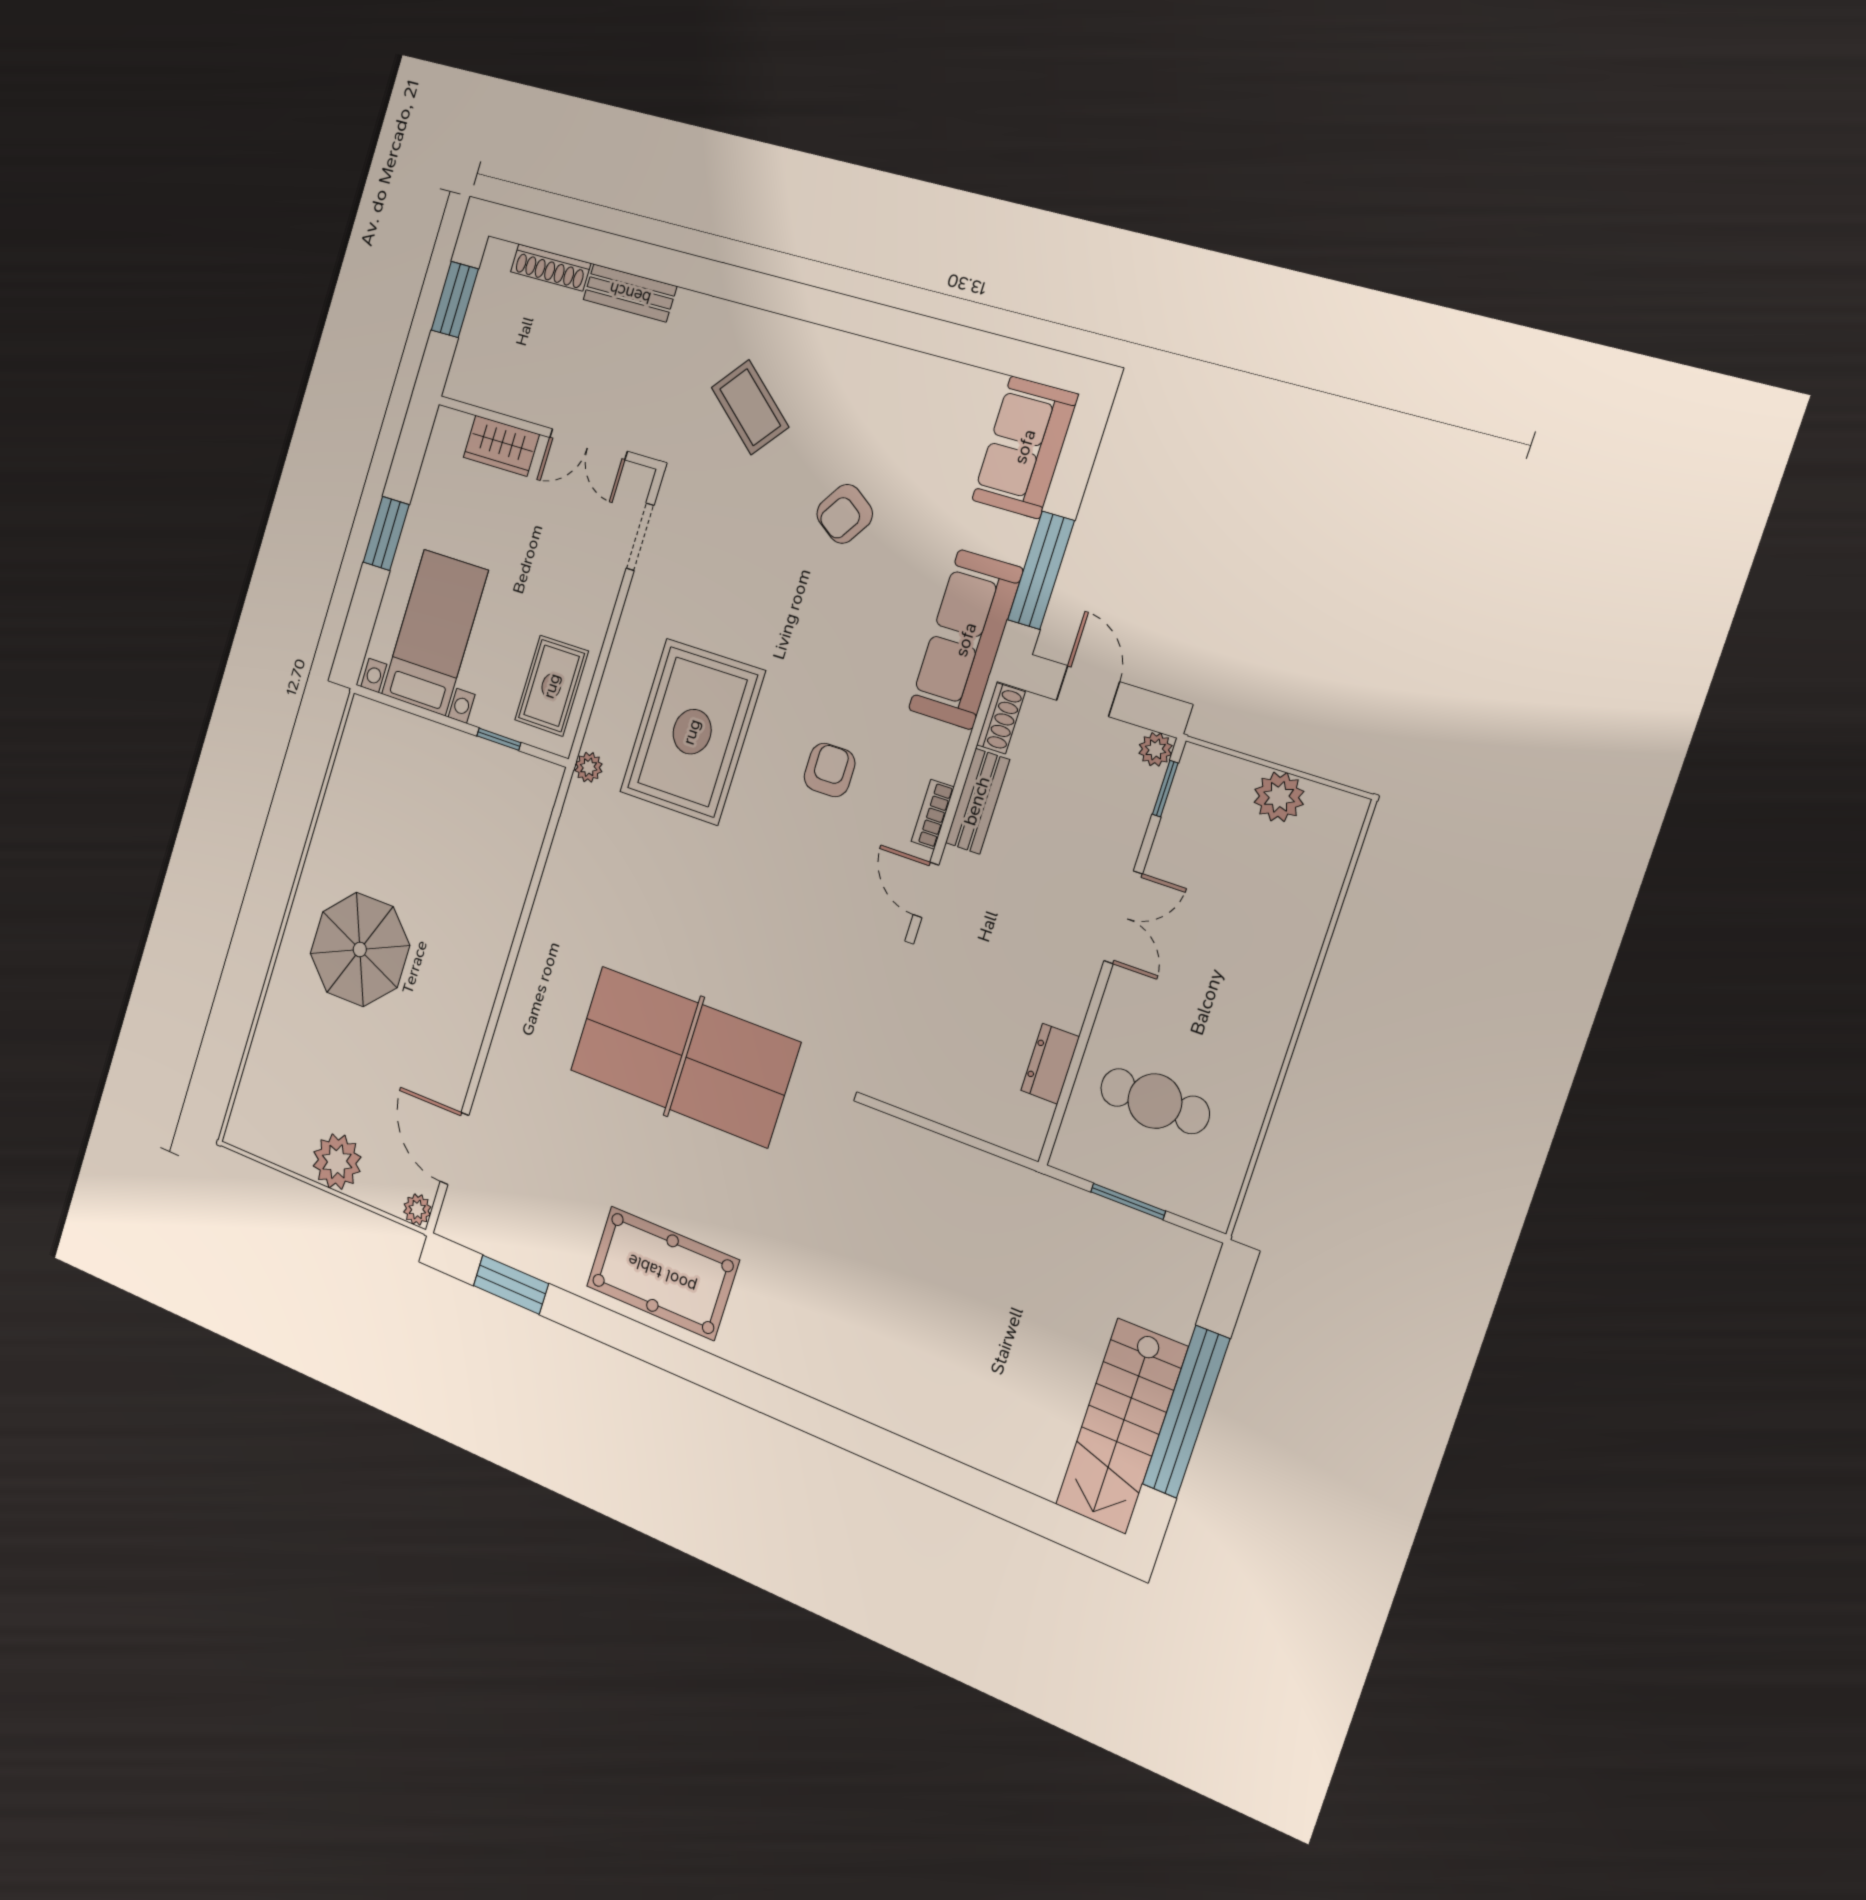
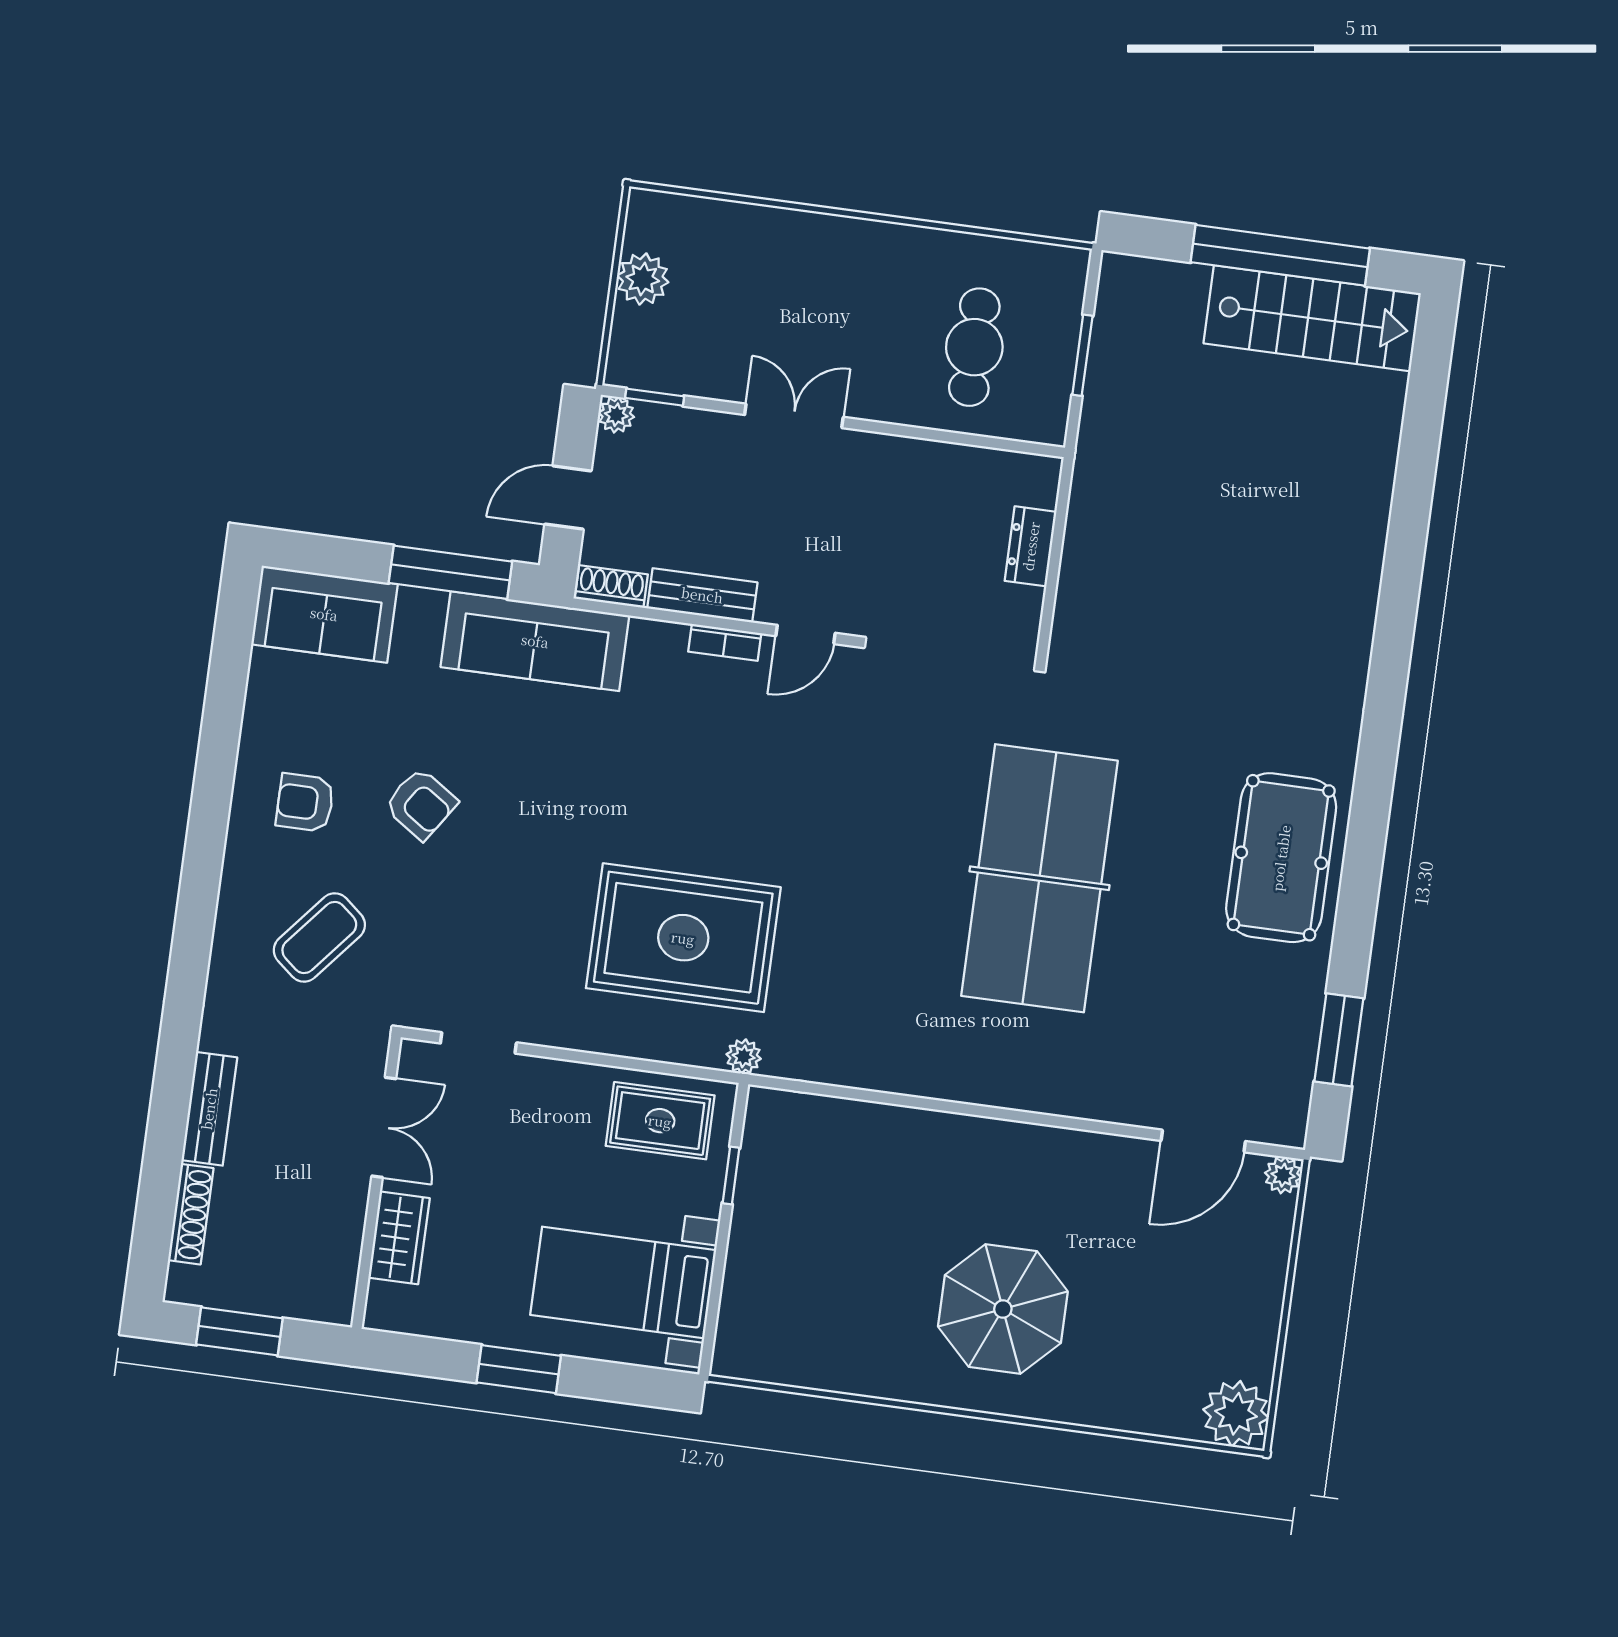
armchair: (830, 770) -> (305, 803), moved
dresser: (1050, 1064) -> (1031, 546), moved, turned 90
plant: (337, 1162) -> (1236, 1414), moved

